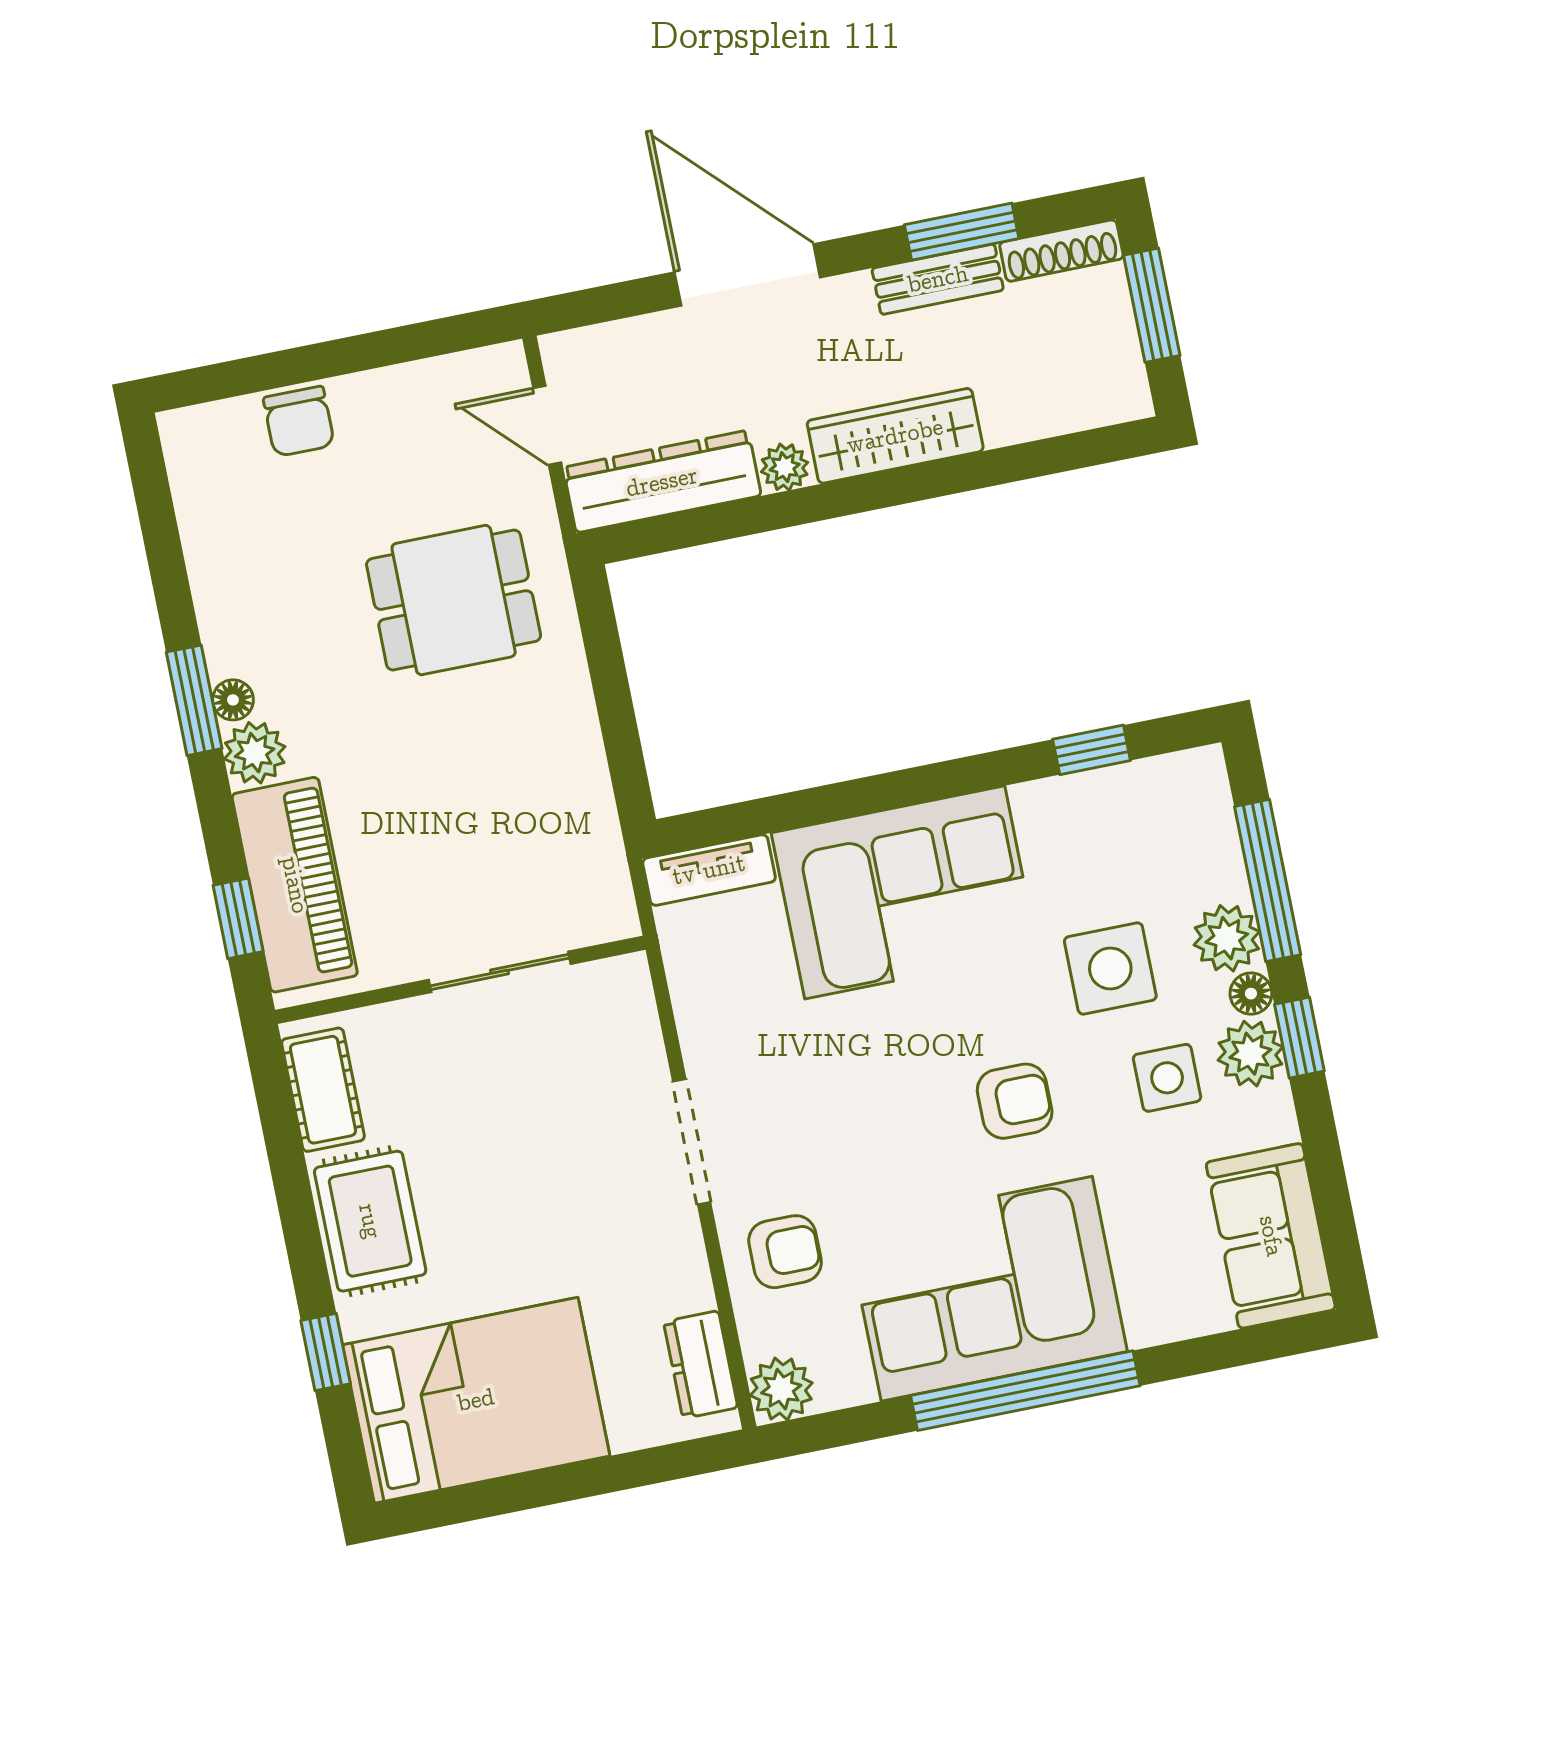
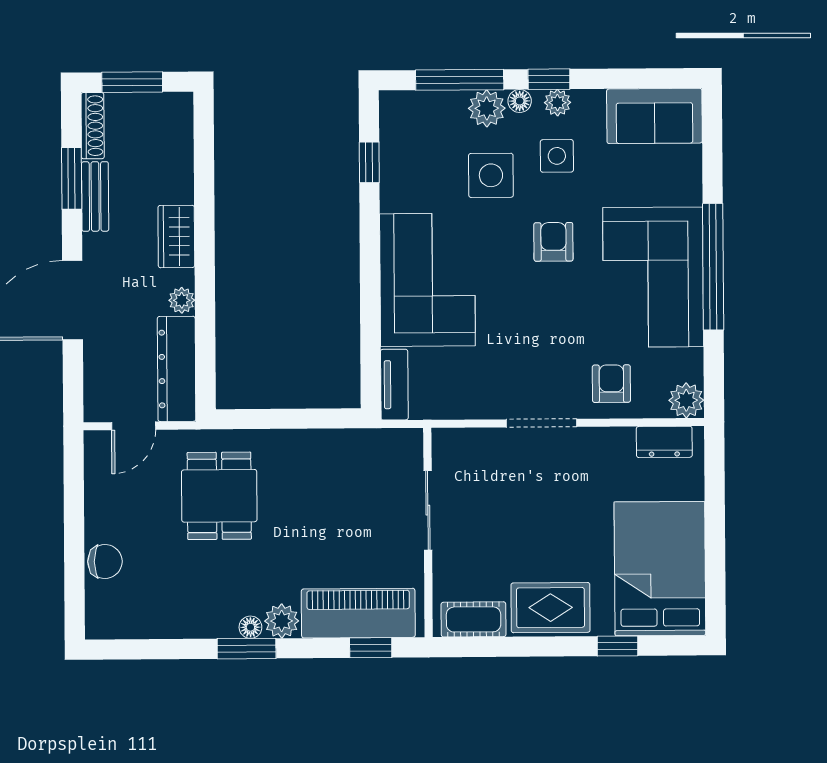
wardrobe: (895, 436) -> (176, 236), width x0.67
plant: (1250, 1054) -> (557, 103), width x0.73, depth x0.73

